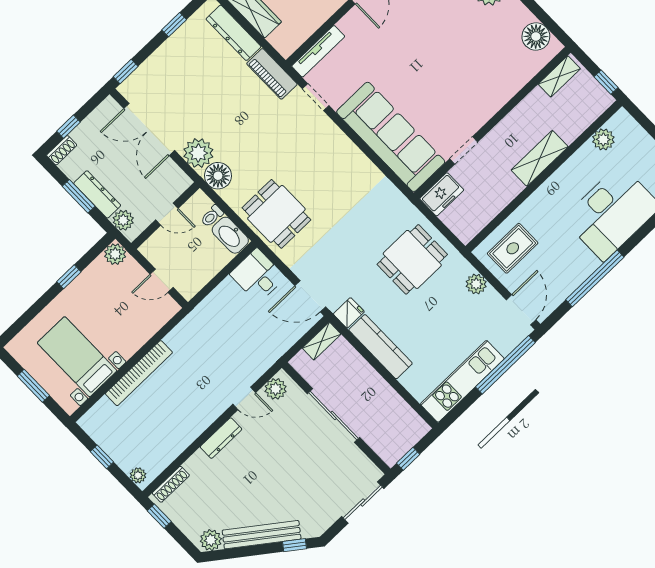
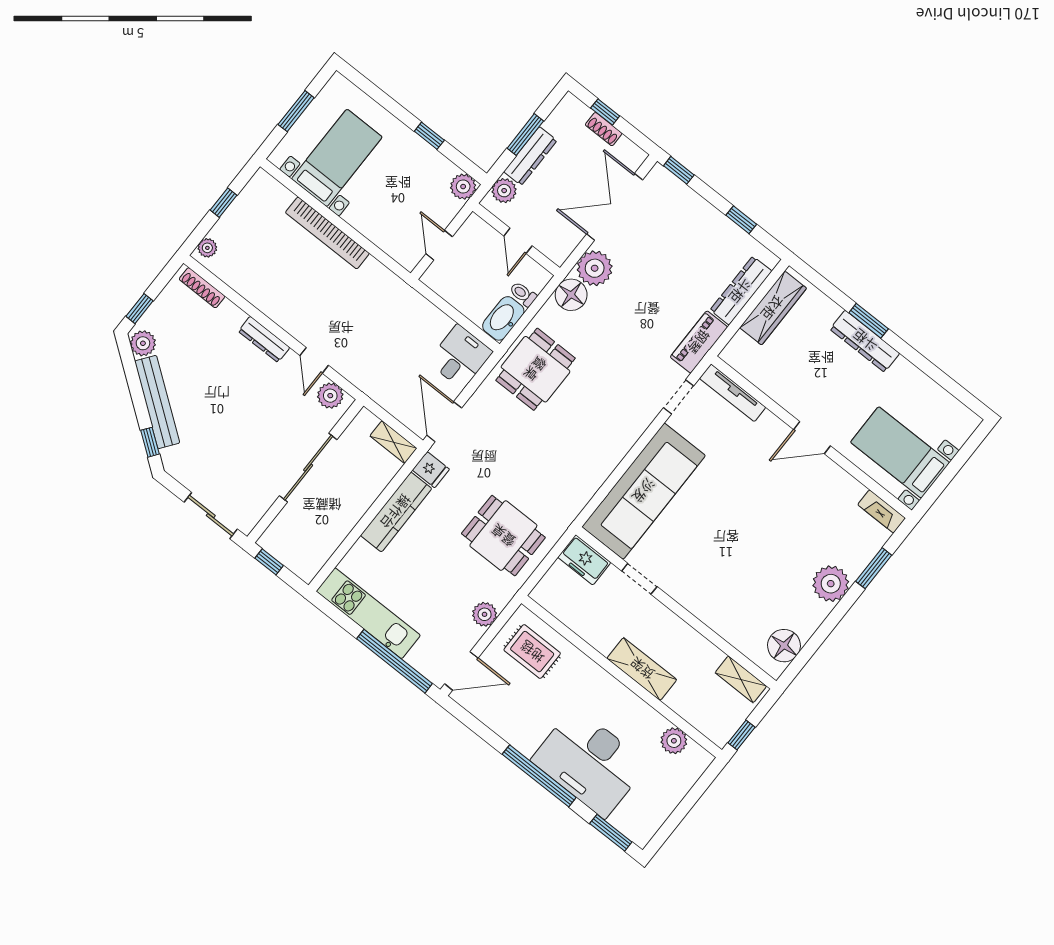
shoe rack: (62, 150) -> (604, 129), moved
window: (595, 278) -> (539, 776), moved
window: (159, 516) -> (140, 309), moved

